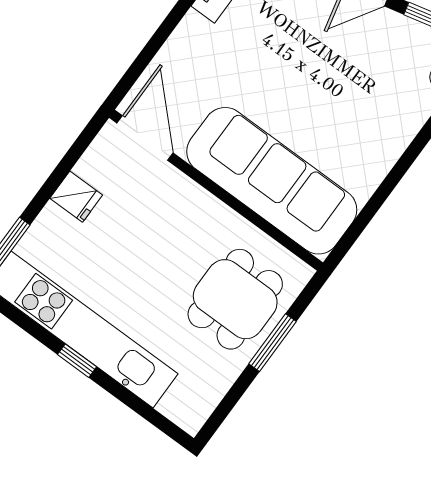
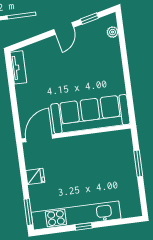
door: (145, 138) -> (39, 138), hinge flipped
dining table: (235, 299) -> (114, 161), removed

